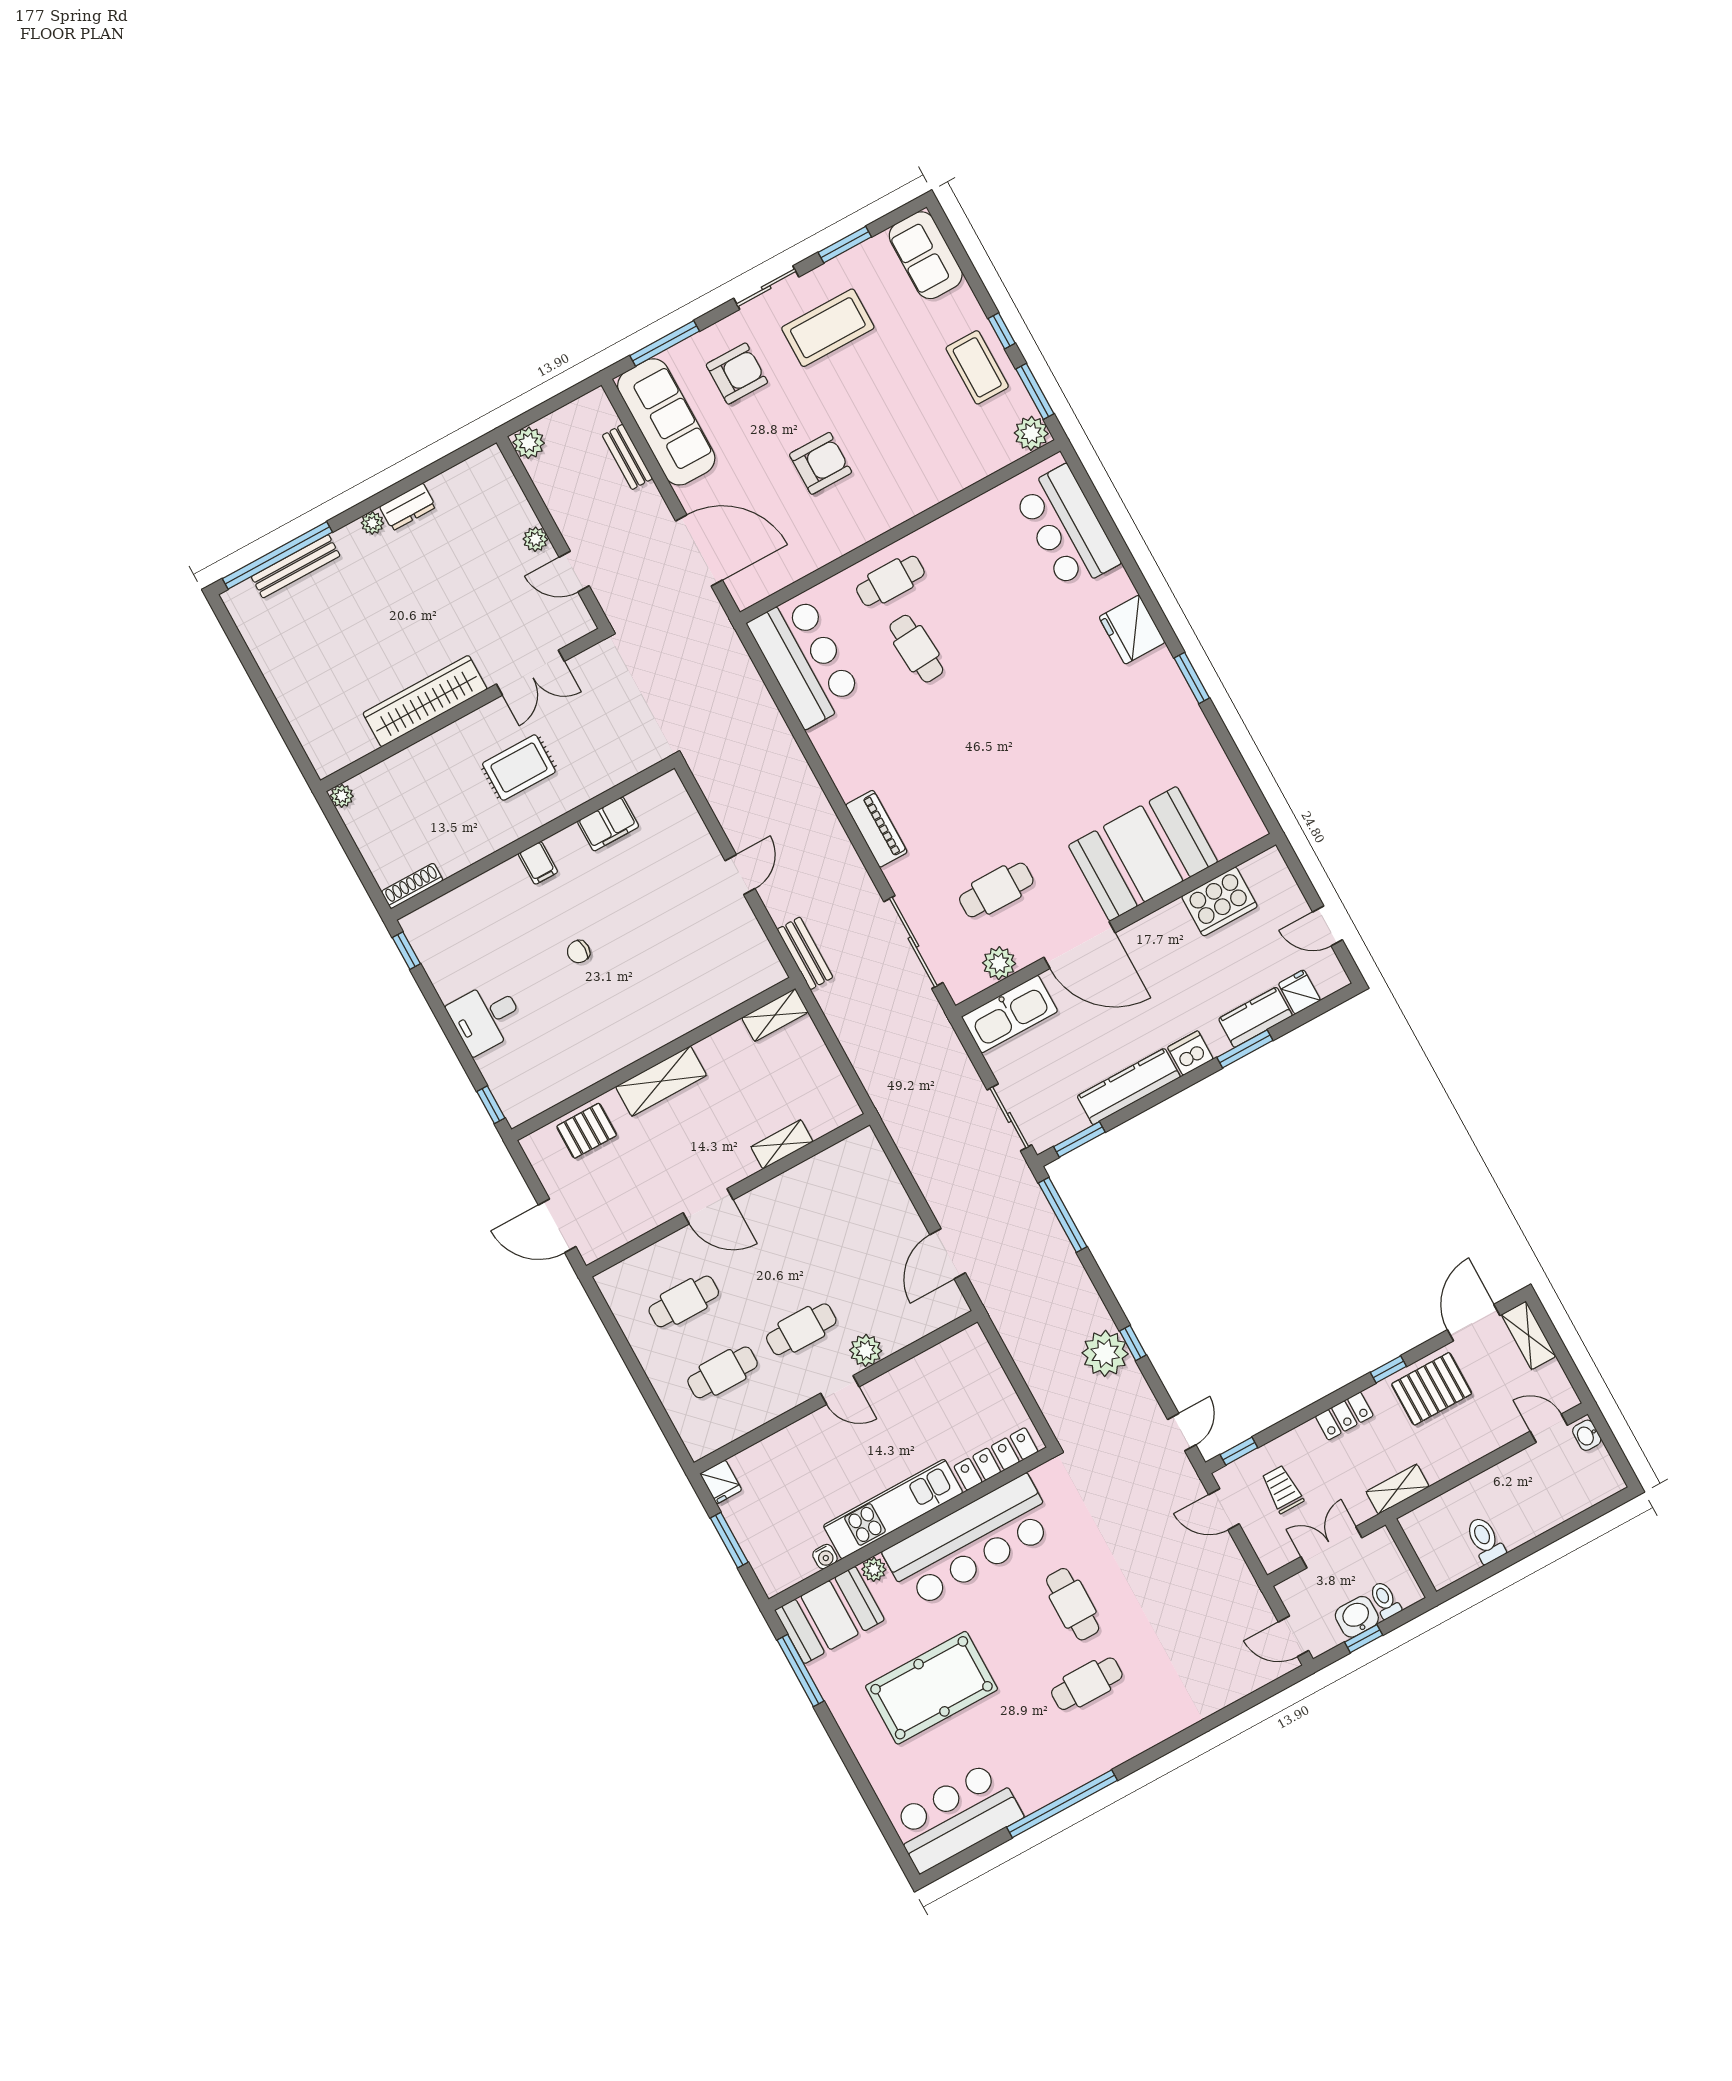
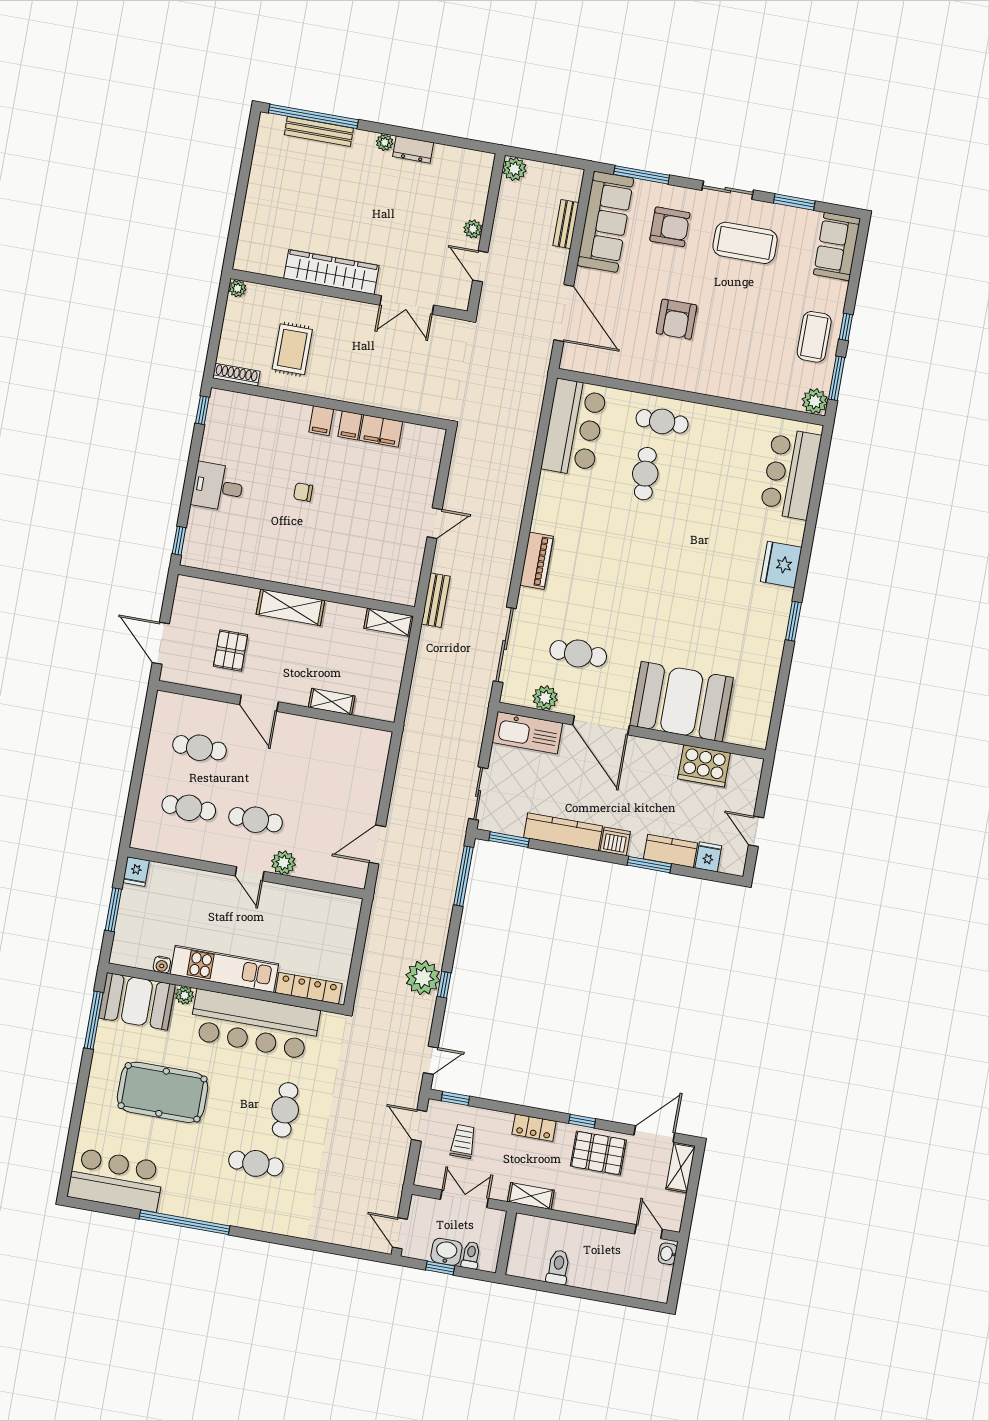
armchair: (821, 463) -> (677, 319), turned 90
rug: (519, 768) -> (292, 349), moved, turned 90
filing cabinet: (572, 844) -> (350, 425), added
pallet: (587, 1131) -> (231, 650), moved, turned 90

